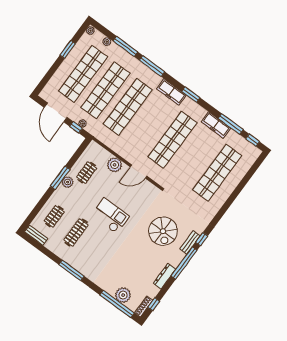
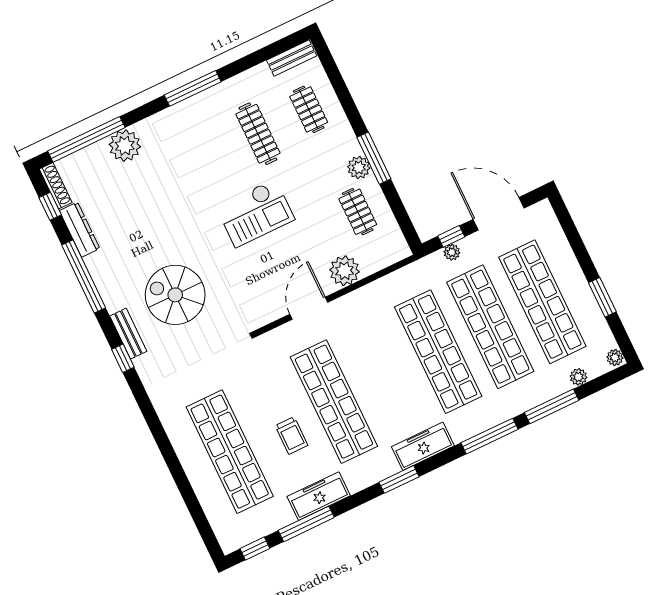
trolley: (196, 150) -> (291, 435), added
window: (184, 263) -> (84, 276), moved
dresser: (164, 276) -> (80, 230), moved
plant: (123, 295) -> (125, 146), moved

